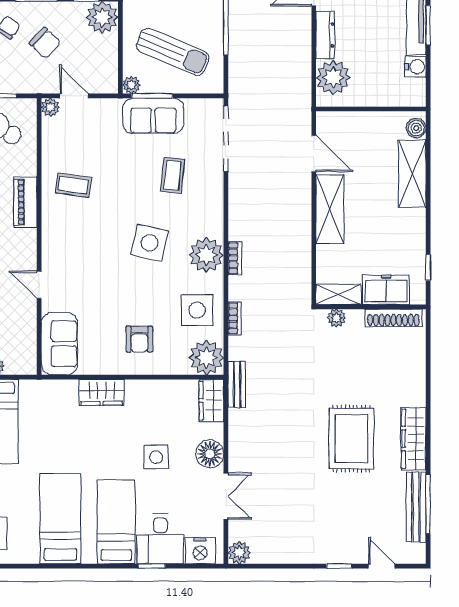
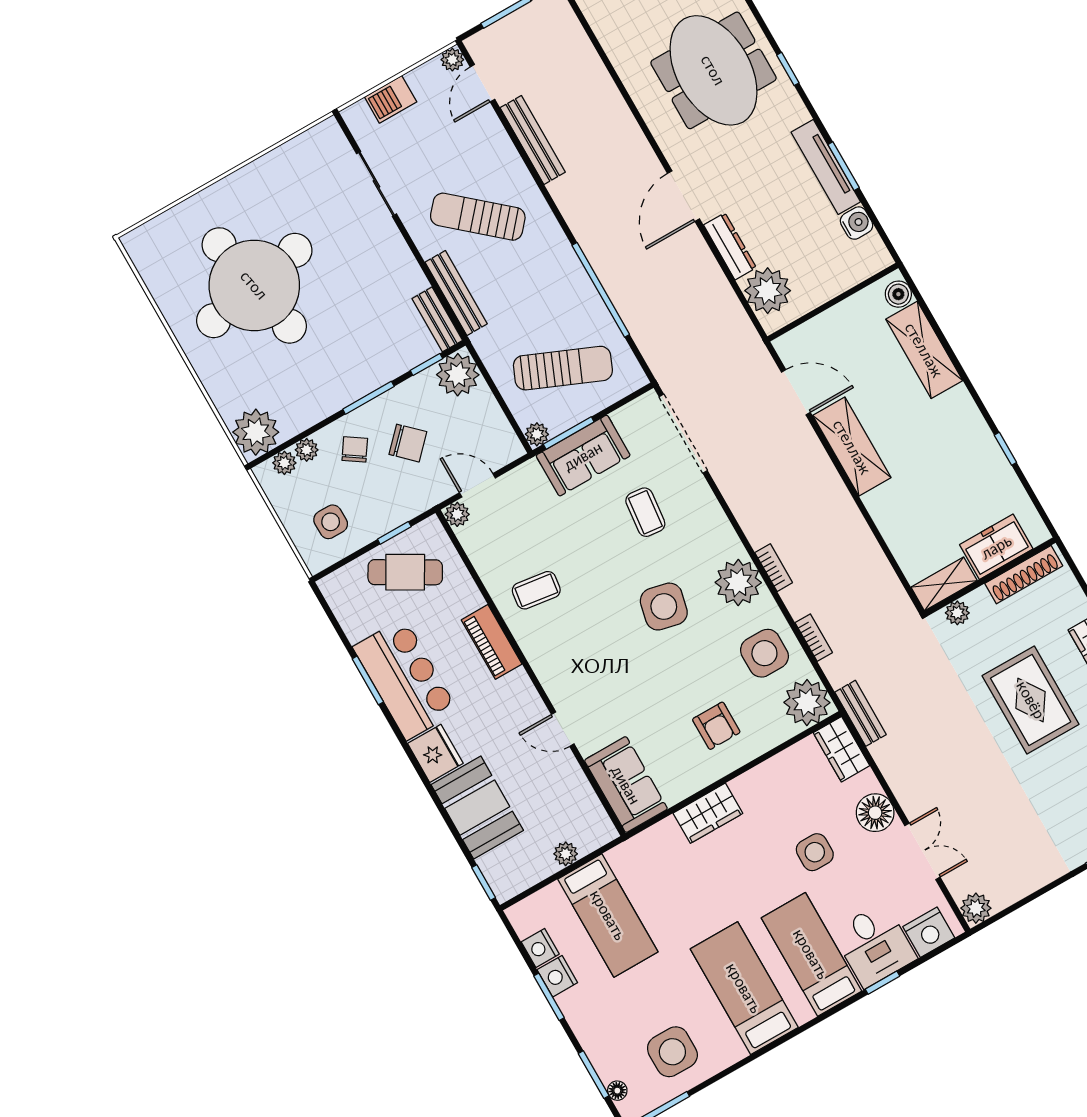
freezer: (386, 290) -> (996, 547), moved
shelving: (339, 294) -> (944, 584), moved
wall: (371, 307) -> (990, 577), moved
plant: (336, 318) -> (957, 613), moved
shoe rack: (393, 318) -> (1024, 575), moved

